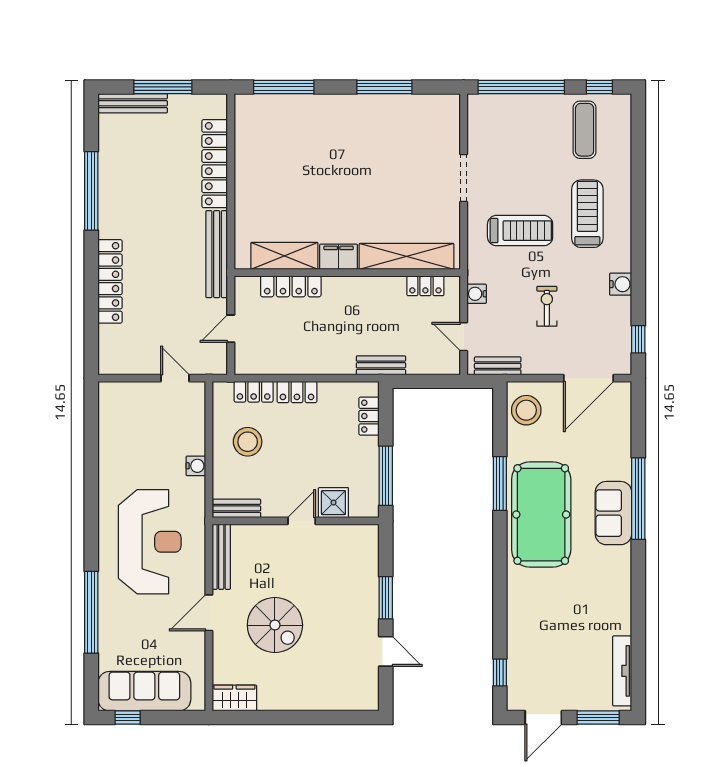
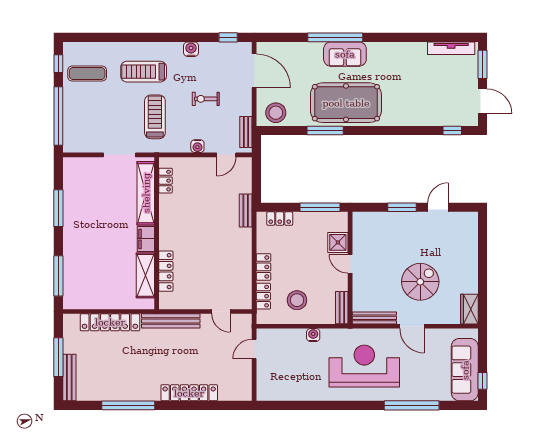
shelving: (284, 256) -> (145, 275), moved
shelving: (407, 256) -> (146, 193), moved
filing cabinet: (339, 257) -> (146, 239), moved
wall: (347, 273) -> (157, 233), moved
locker: (291, 286) -> (166, 271), moved
locker: (425, 286) -> (166, 181), moved

